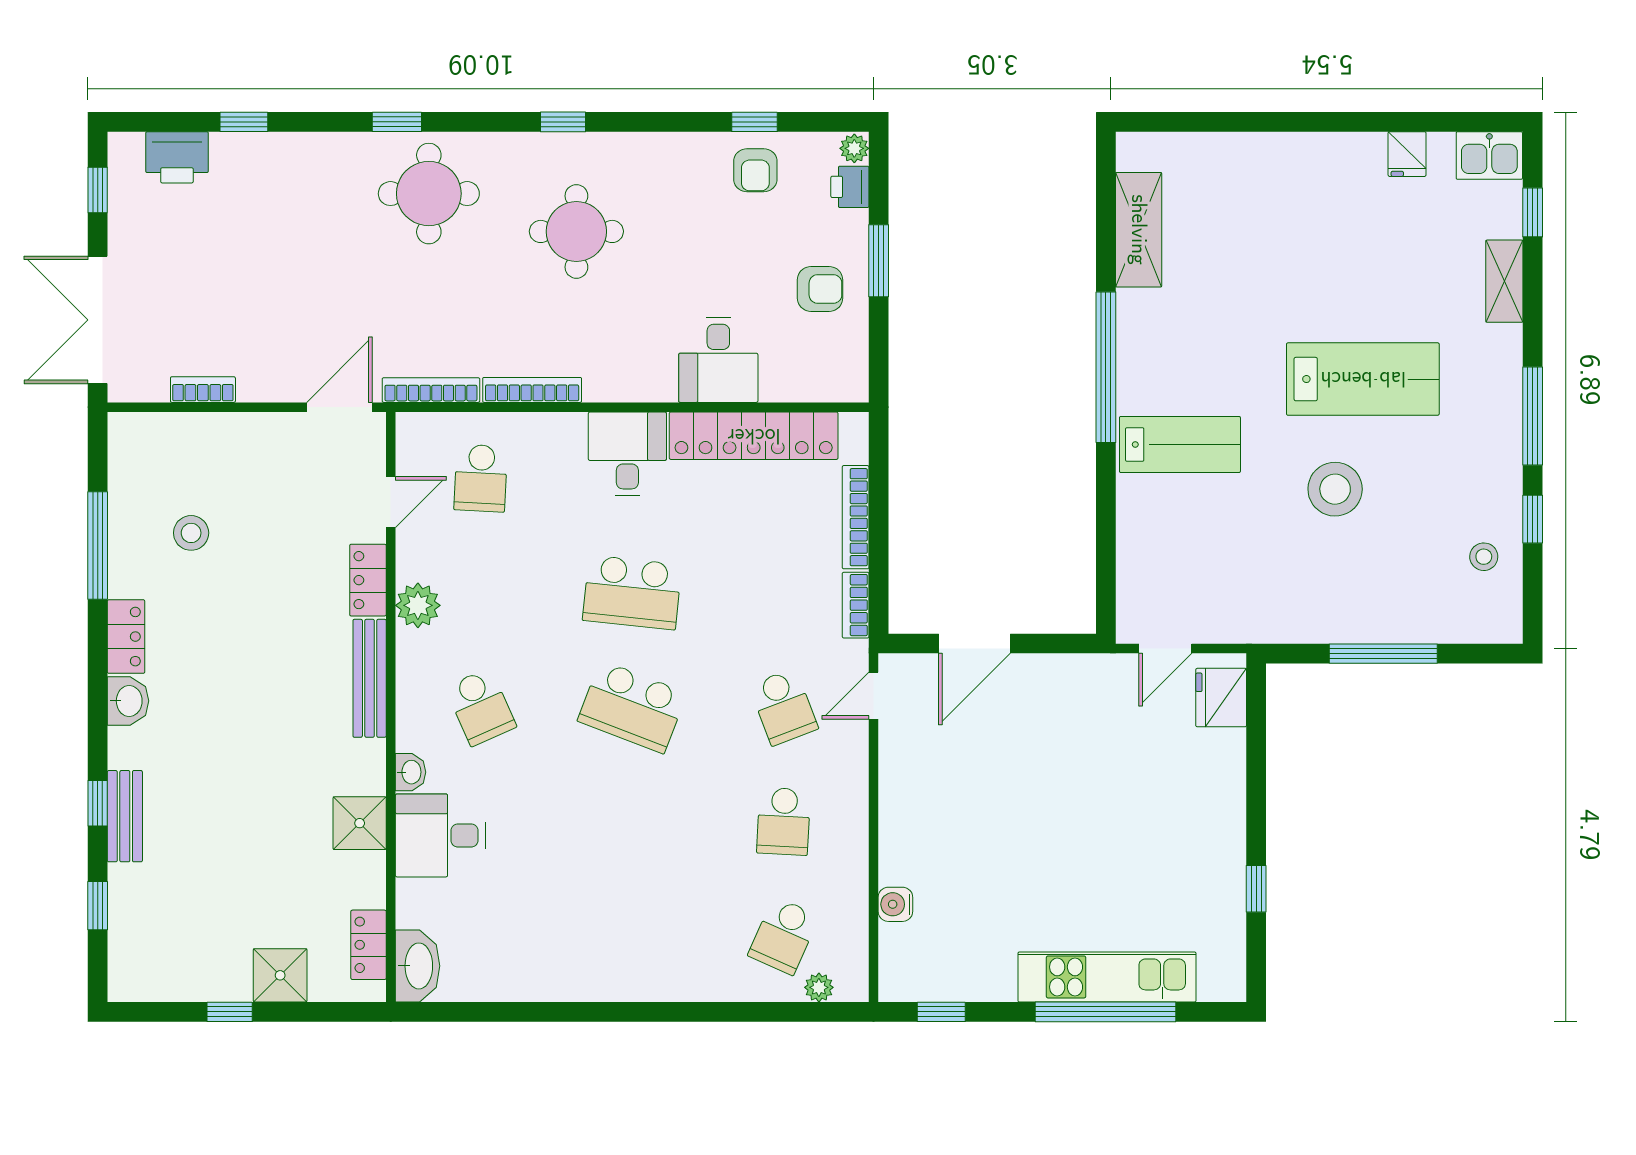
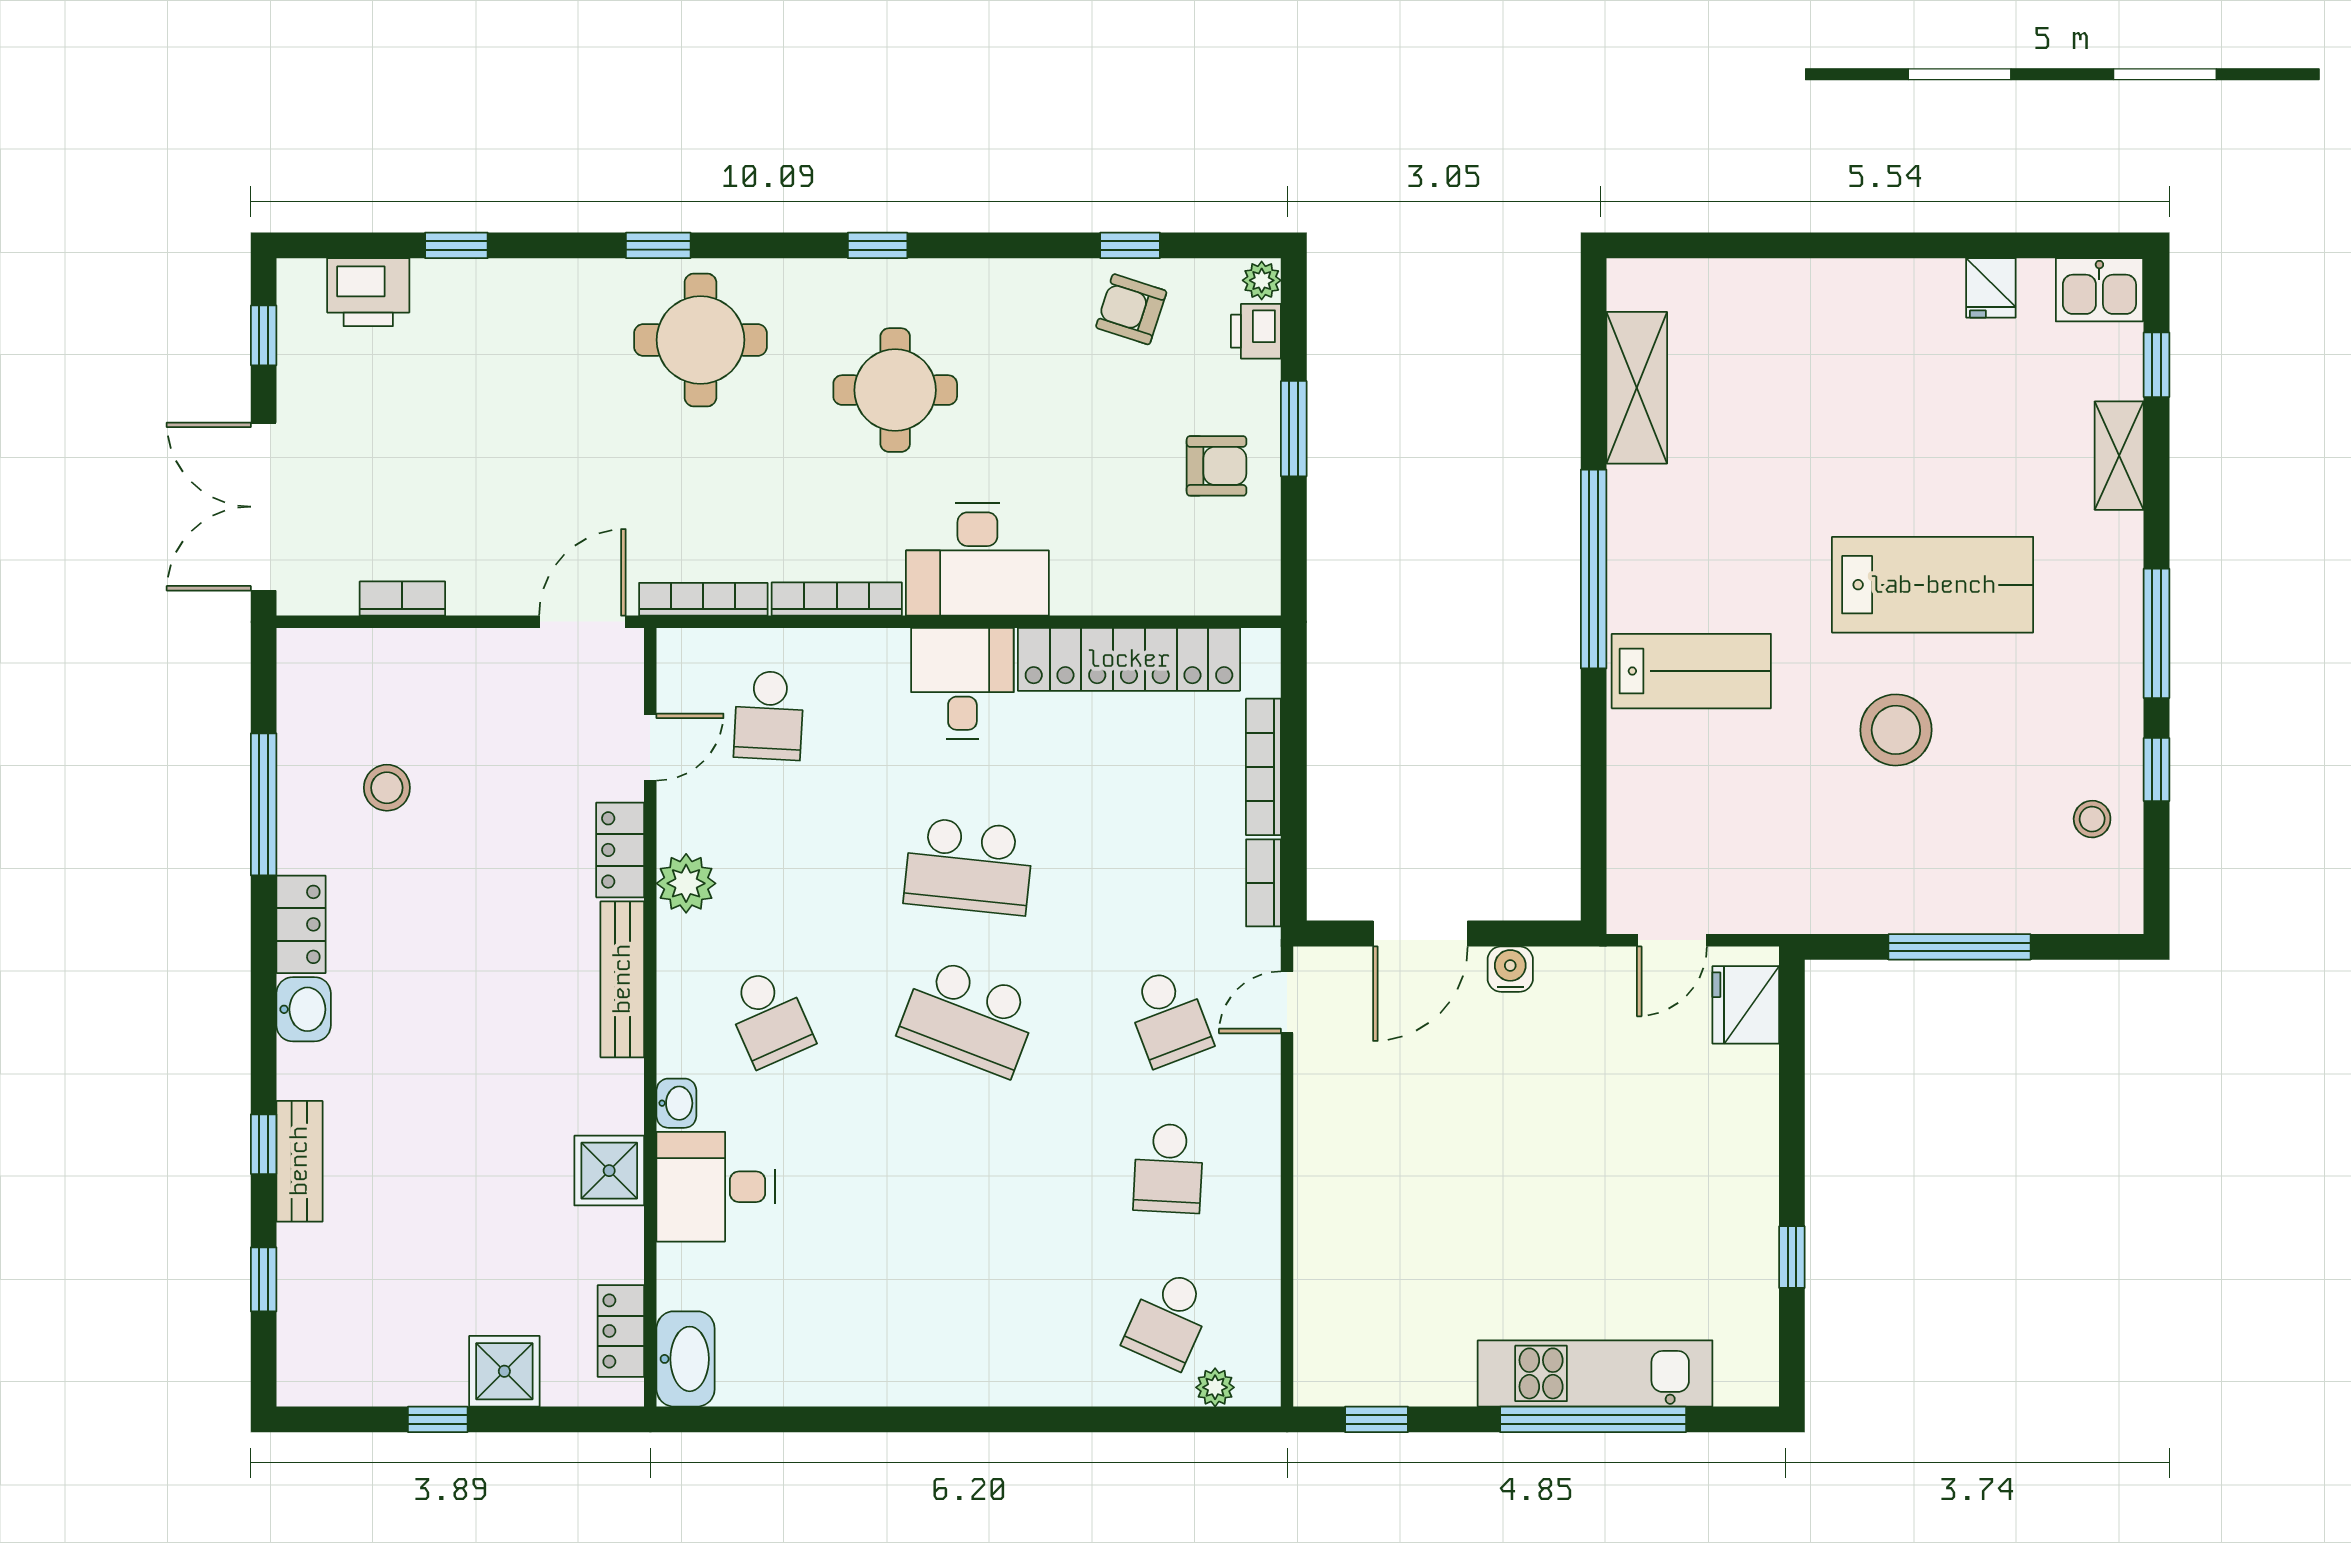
armchair: (755, 170) -> (1131, 309), turned 108
desk: (718, 360) -> (977, 559), moved, width x1.37
water cooler: (895, 904) -> (1510, 969), moved, turned 90

